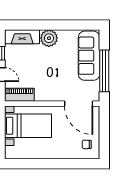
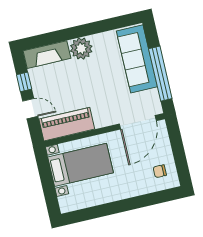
piano: (19, 95) -> (67, 124), width x1.37, depth x1.33
door: (79, 104) -> (138, 122), hinge flipped

